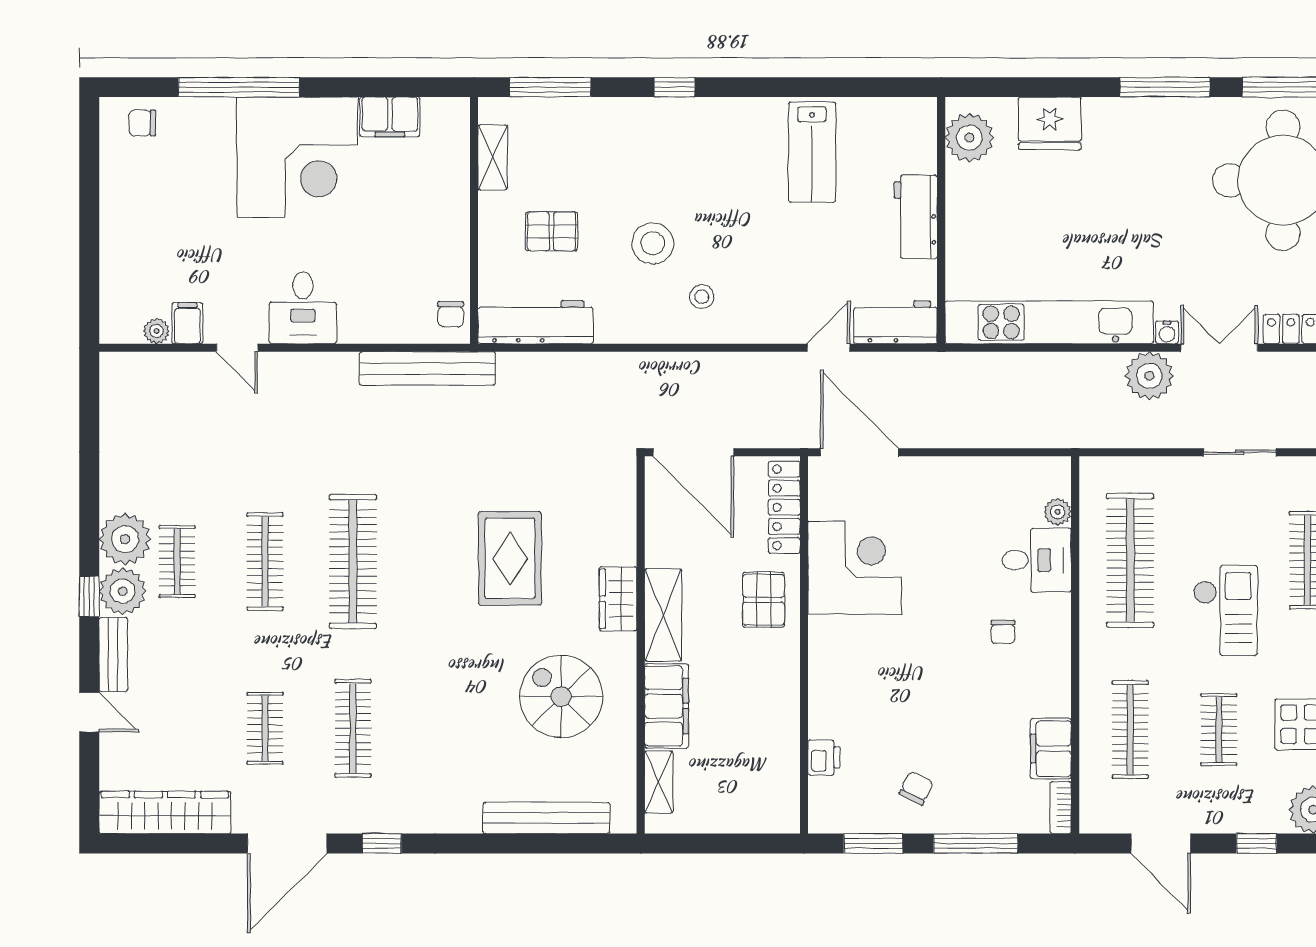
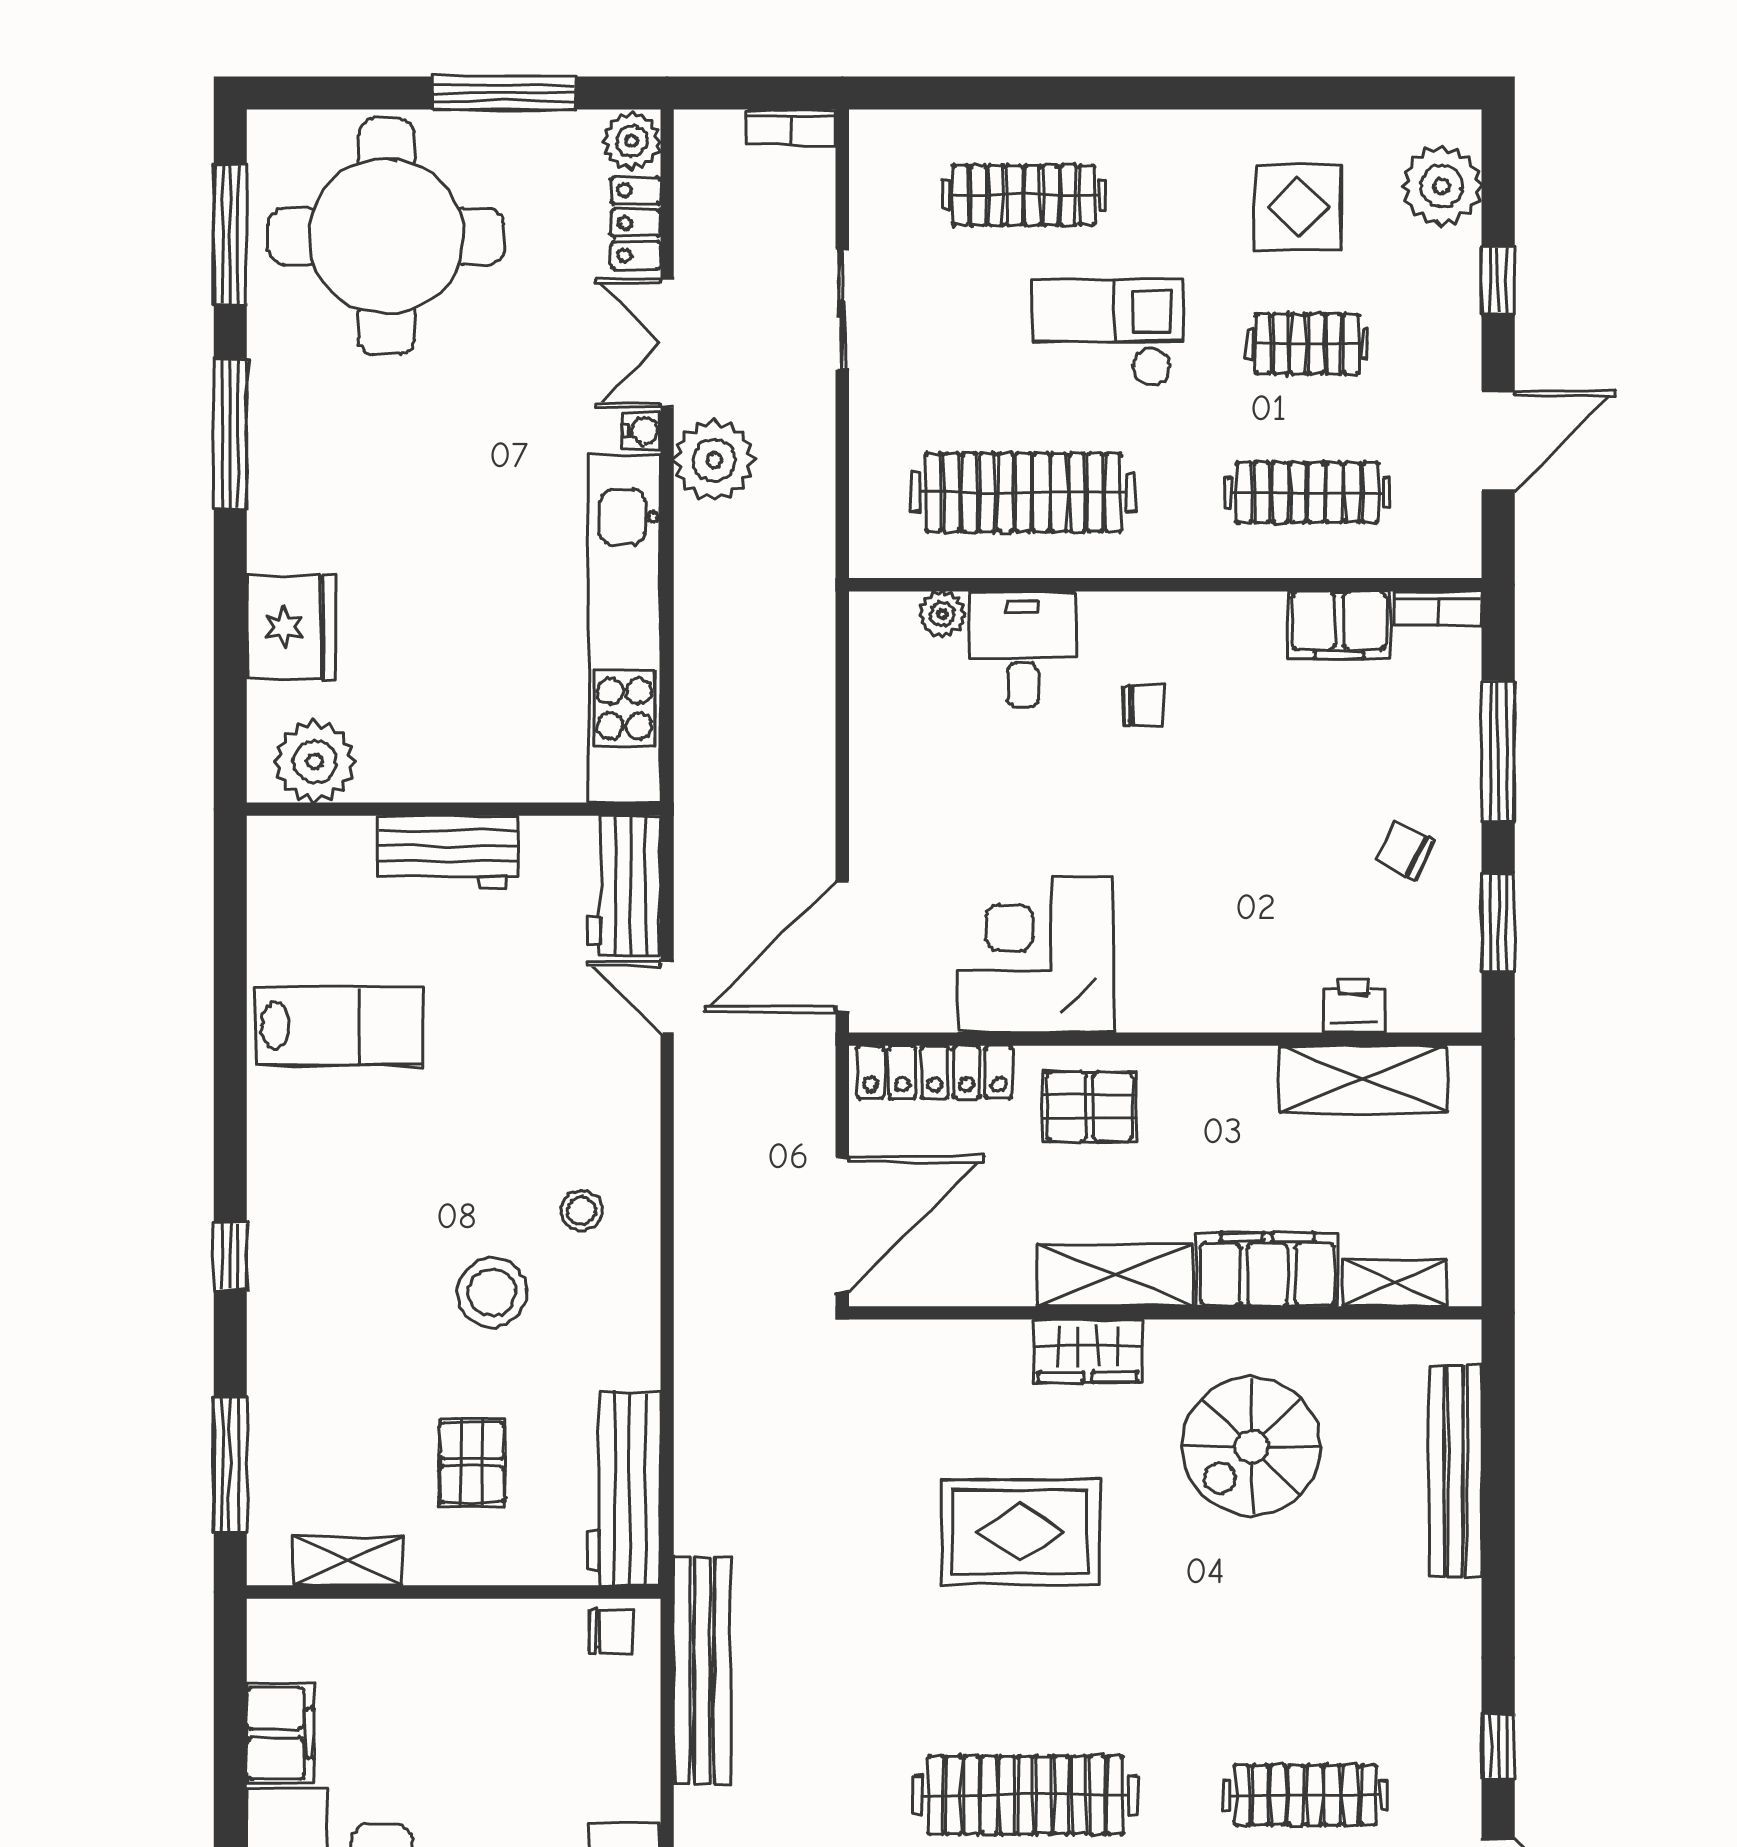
shelving: (780, 763) -> (1363, 1079), added

